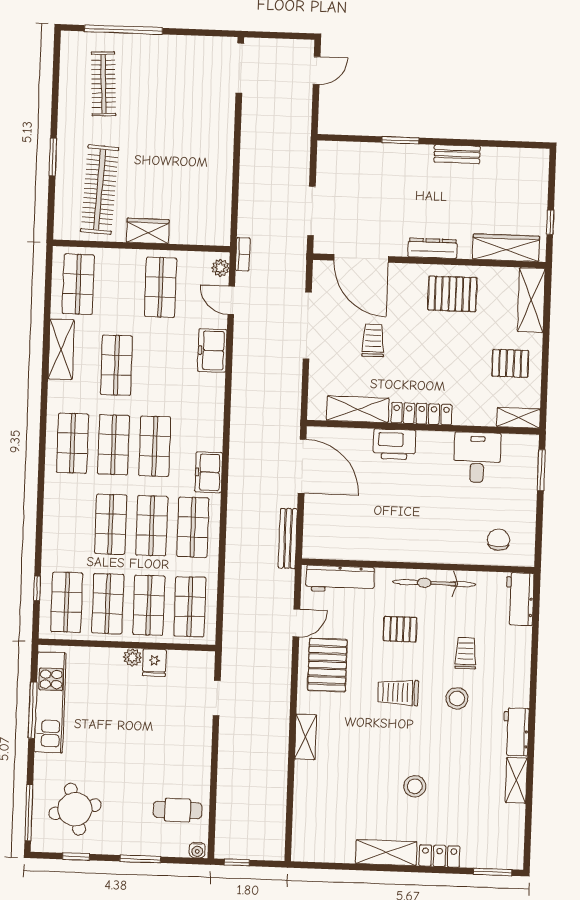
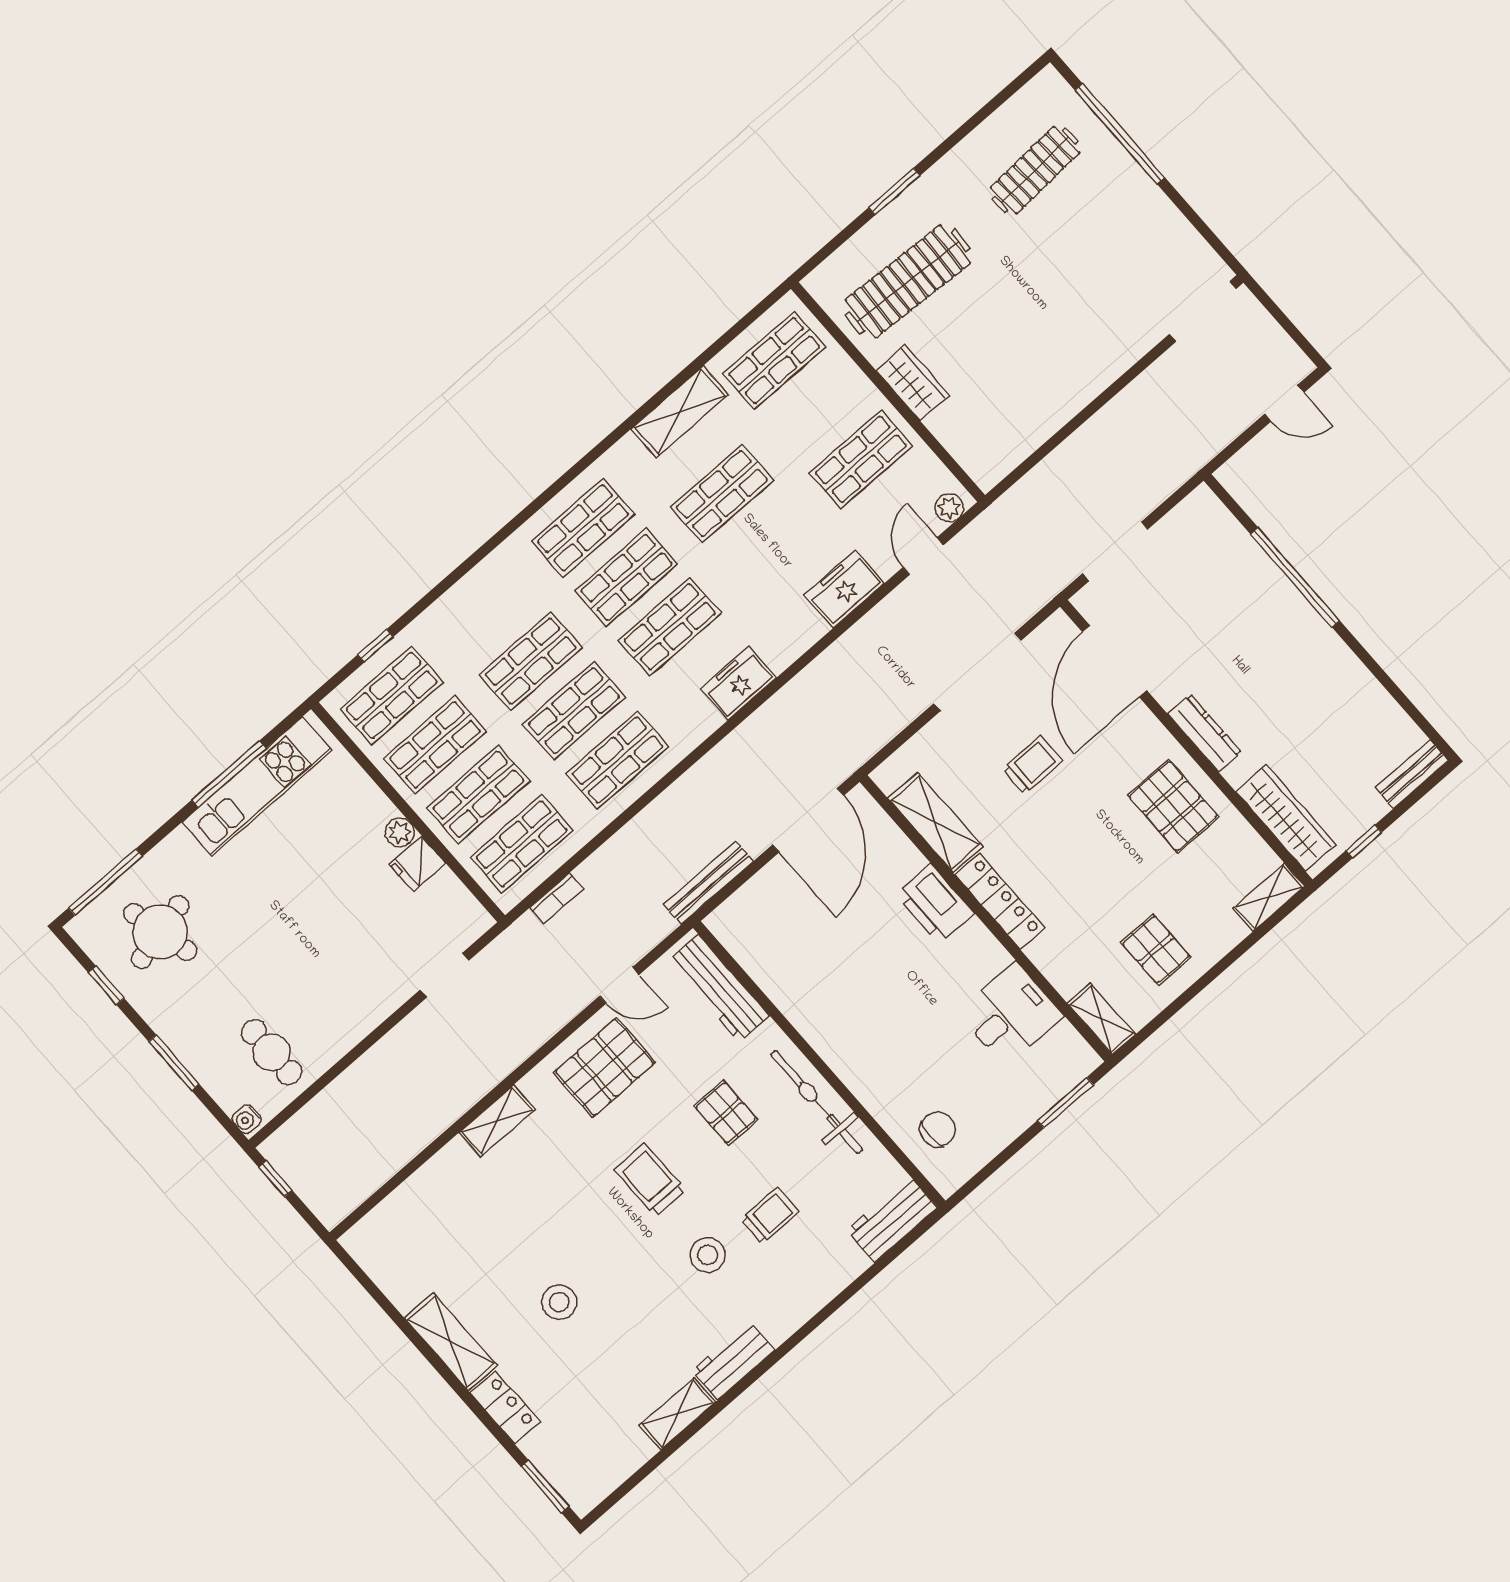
window: (400, 140) -> (1295, 577), width x2.11
bench: (457, 154) -> (1412, 774), moved, turned 90
bookcase: (243, 254) -> (557, 898), moved
shelving: (531, 300) -> (1269, 897), width x0.67, depth x0.75
freezer: (209, 472) -> (739, 683), moved

